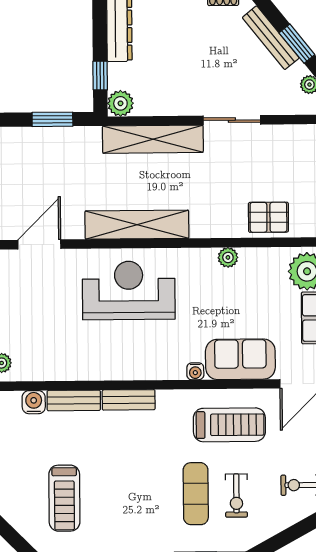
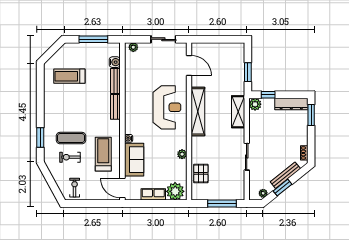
shelving: (153, 139) -> (238, 112), width x0.68
treadmill: (229, 425) -> (103, 154), turned 180

